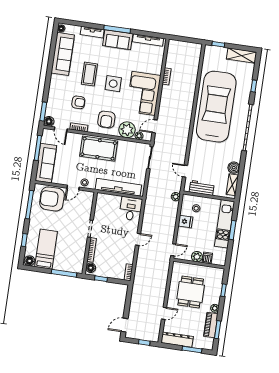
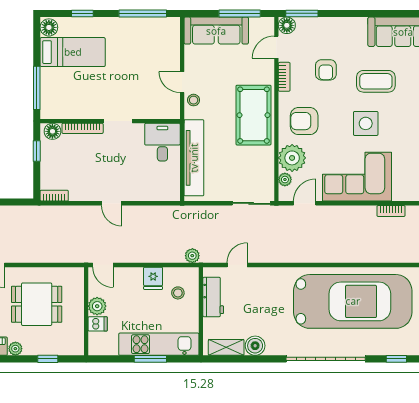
door: (155, 126) -> (305, 203), hinge flipped
armchair: (52, 199) -> (158, 50), removed
desk: (131, 209) -> (162, 142), moved, turned -90

